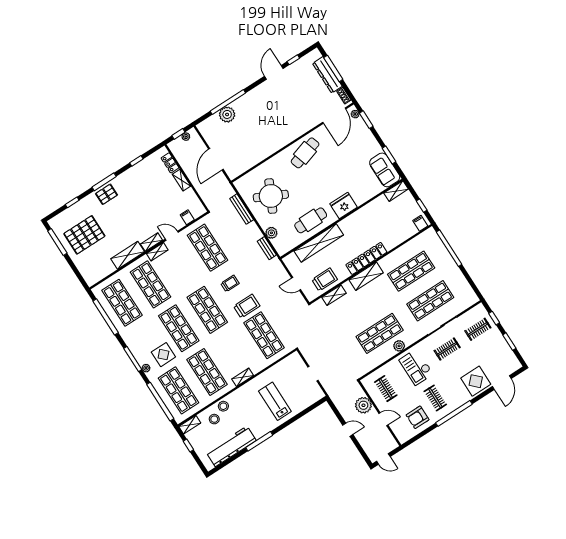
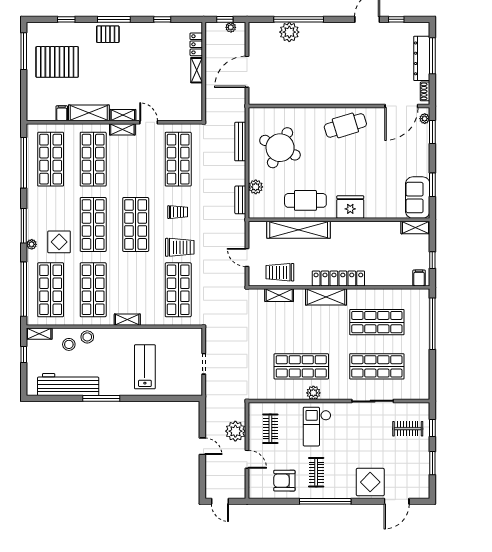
filing cabinet: (187, 217) -> (62, 113), moved
trolley: (325, 280) -> (280, 272), turned 180
clothes rail: (447, 349) -> (362, 429), removed

